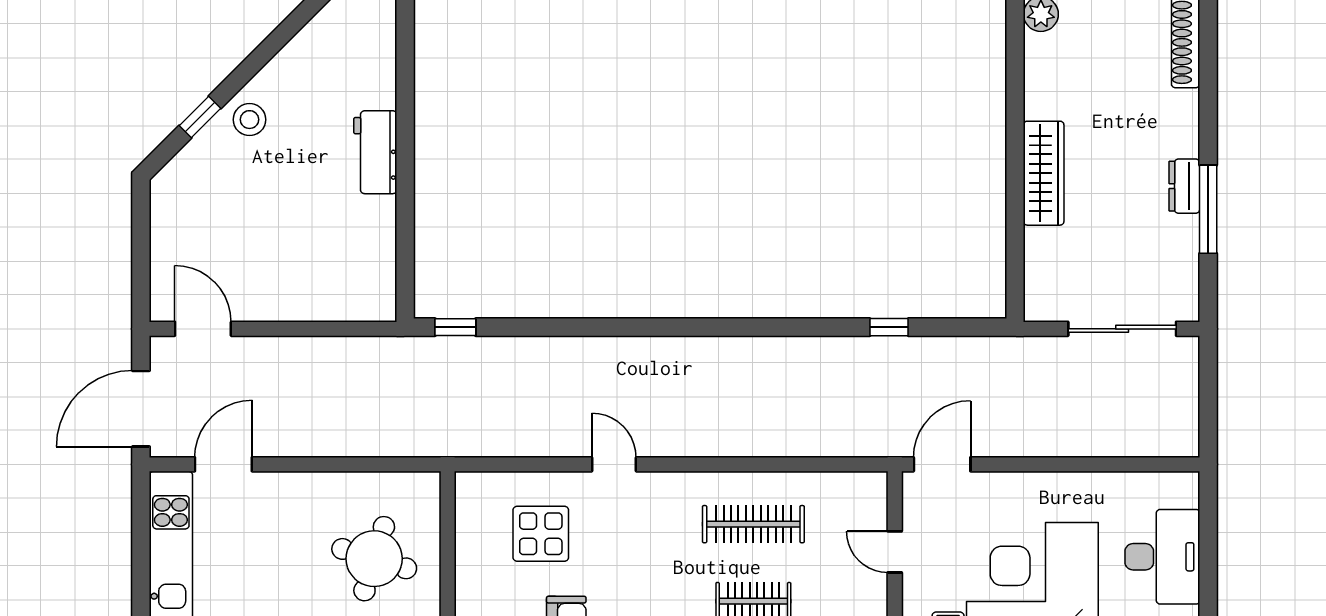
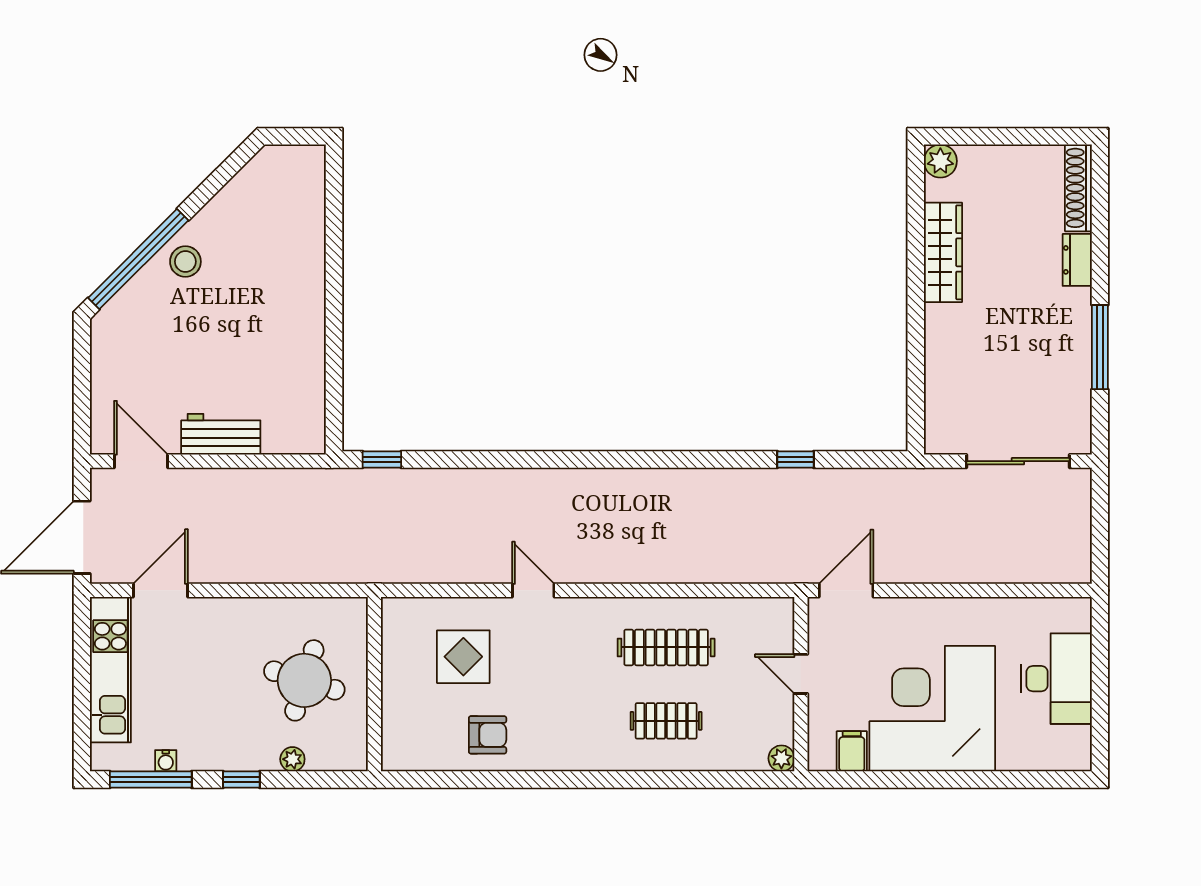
window: (200, 117) -> (138, 259), width x3.17
workbench: (375, 152) -> (221, 434), moved, turned 90
wardrobe: (1044, 173) -> (943, 252), moved
dresser: (1184, 186) -> (1077, 260), moved

